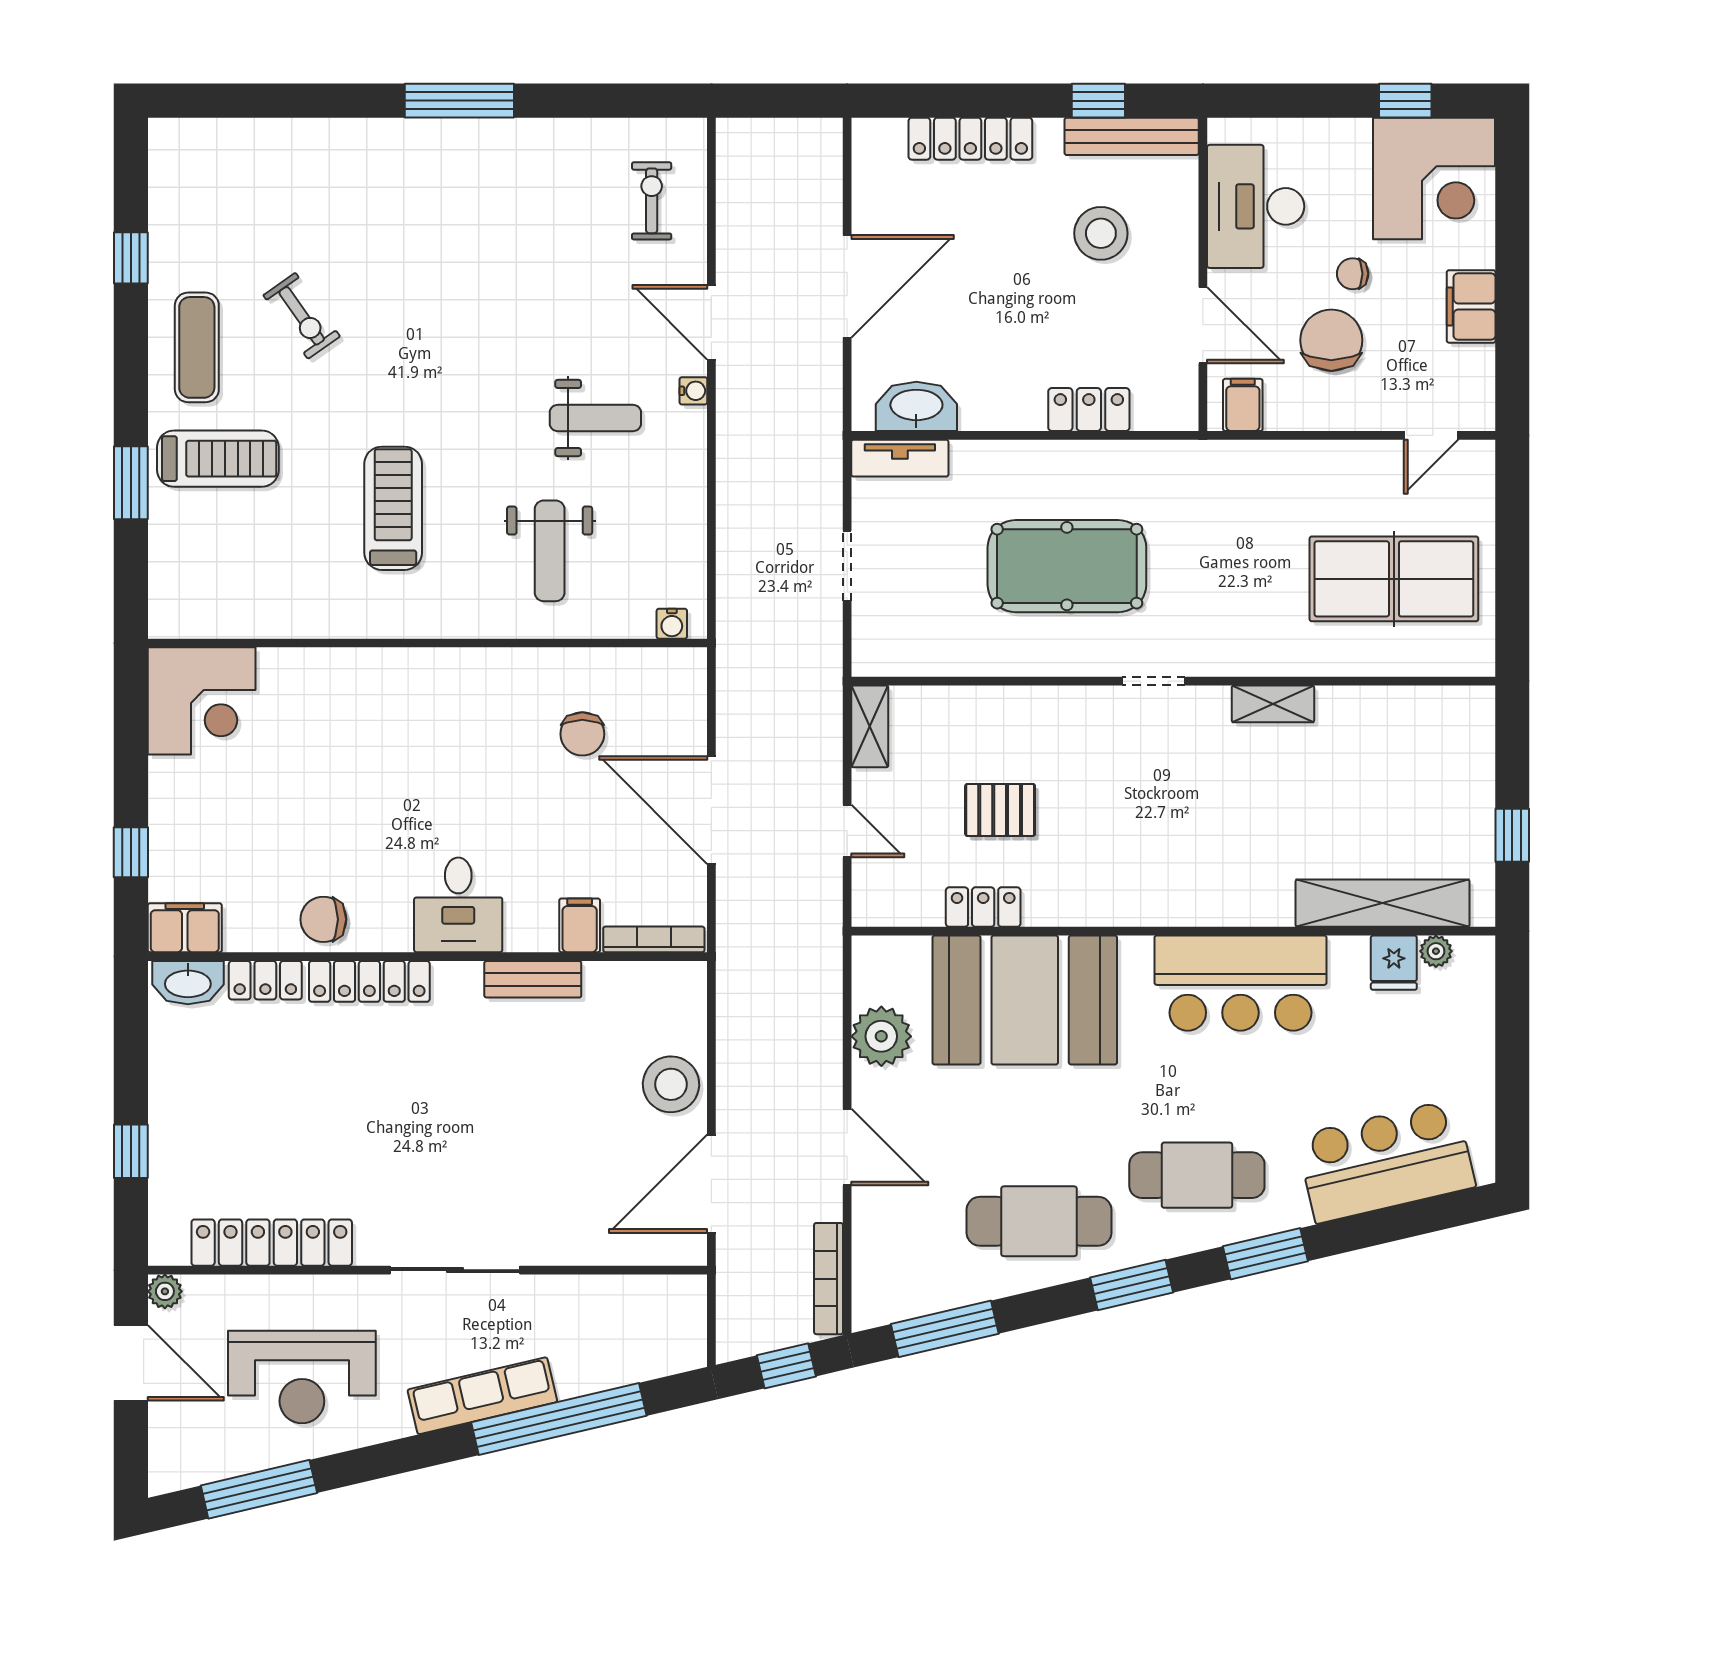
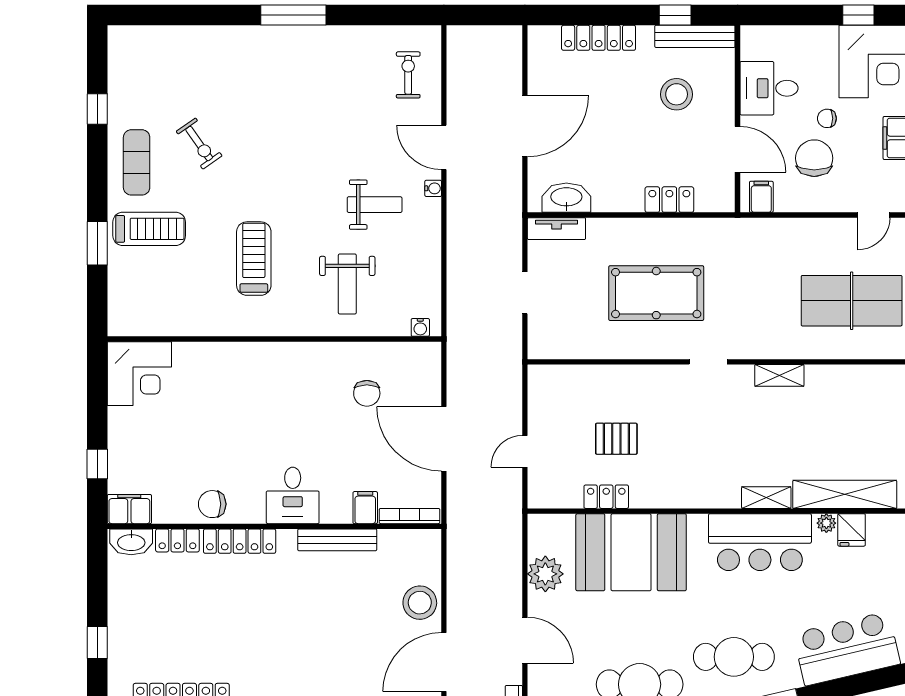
desk: (1256, 206) -> (769, 88), width x0.73
shelving: (870, 726) -> (766, 498), moved, turned 90
door: (847, 831) -> (525, 451), swing flipped
plant: (1436, 951) -> (826, 523), moved
bench: (533, 979) -> (337, 540), width x1.36

